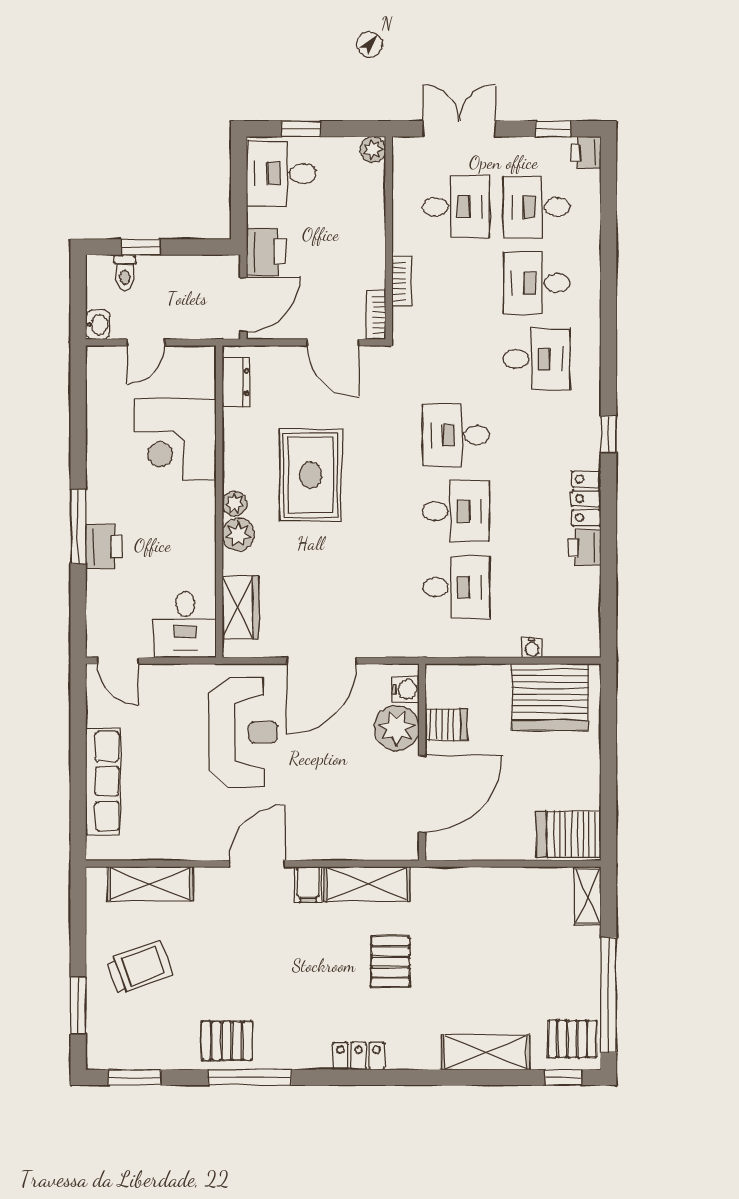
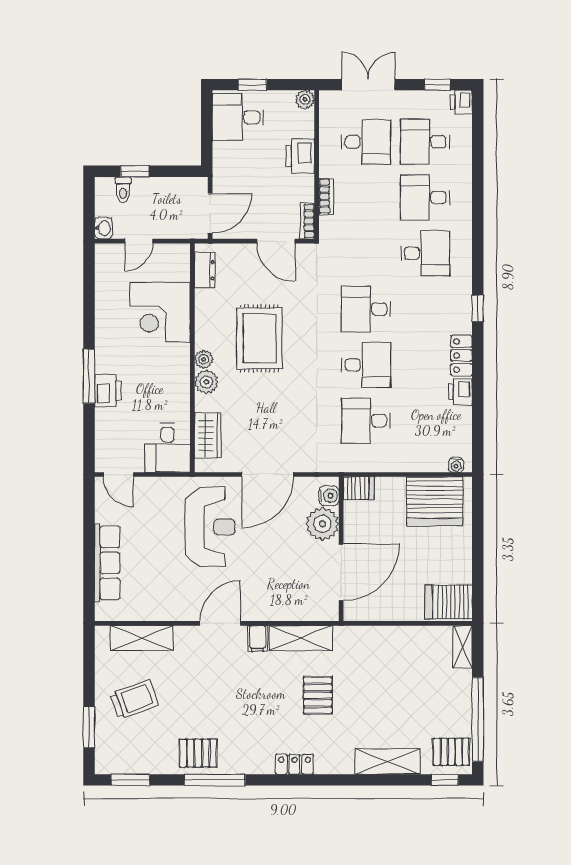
printer: (266, 252) -> (300, 156), moved, turned 180
desk: (456, 587) -> (366, 421), turned 180
water cooler: (532, 648) -> (456, 465), moved
server rack: (446, 725) -> (359, 488), moved

